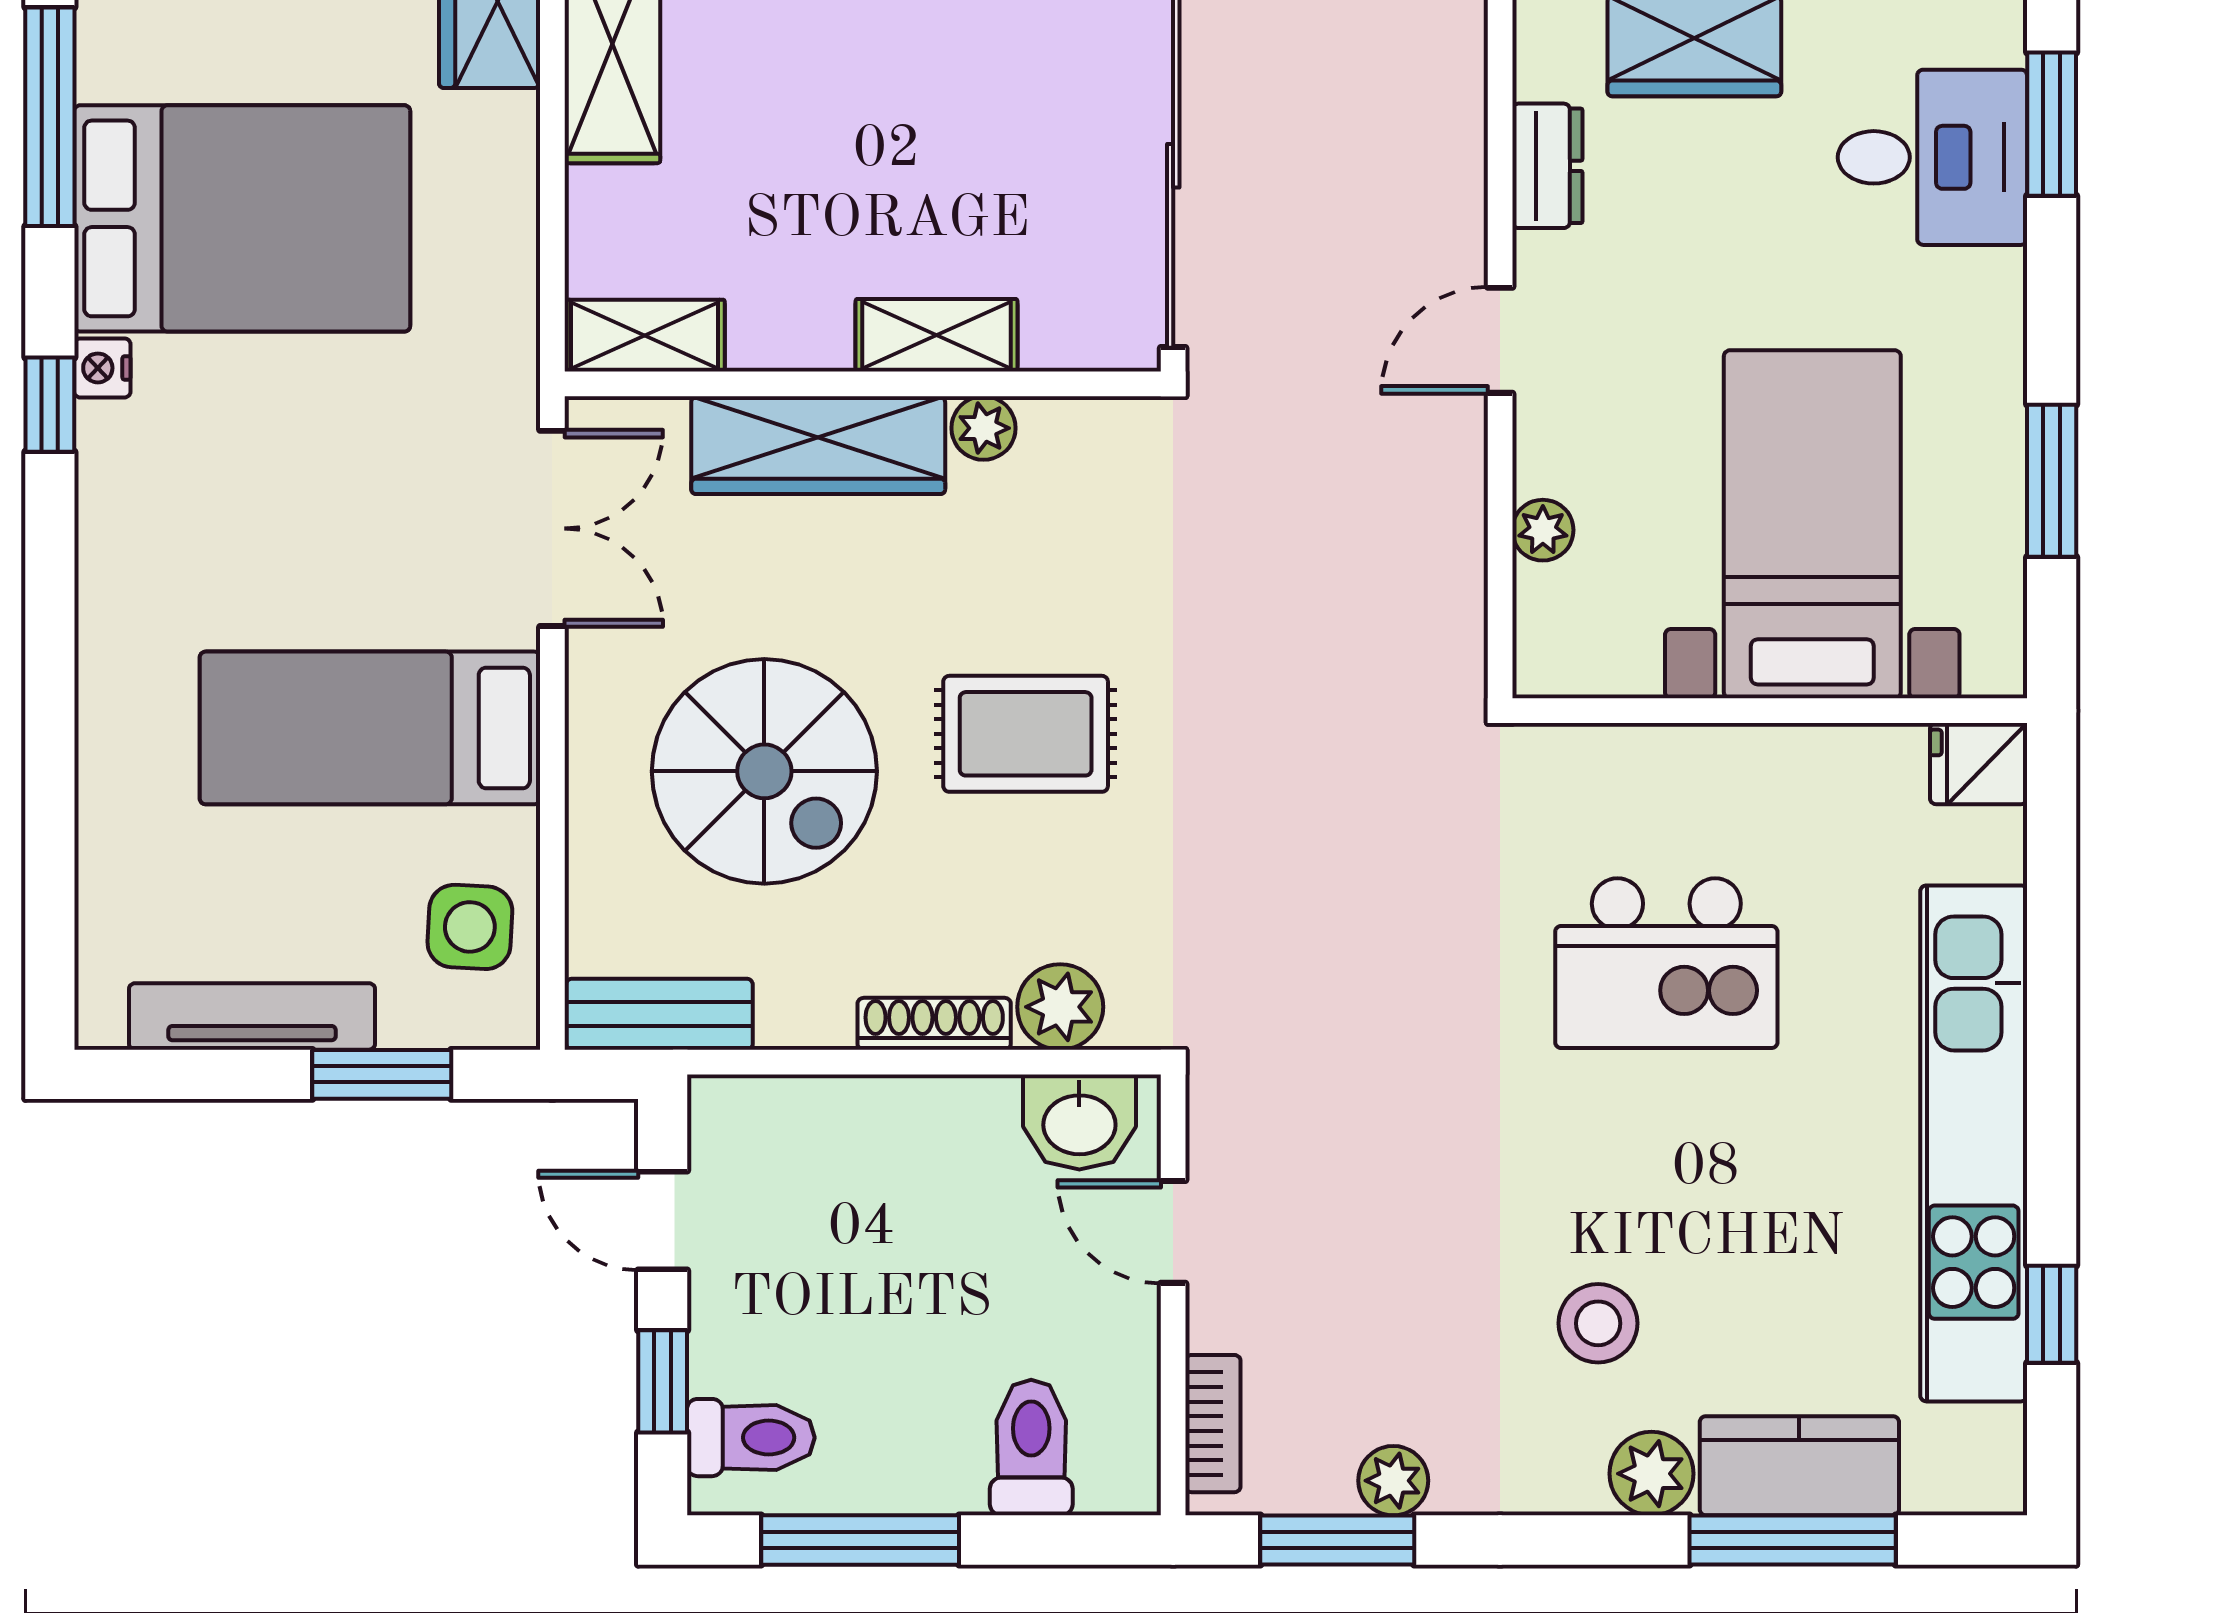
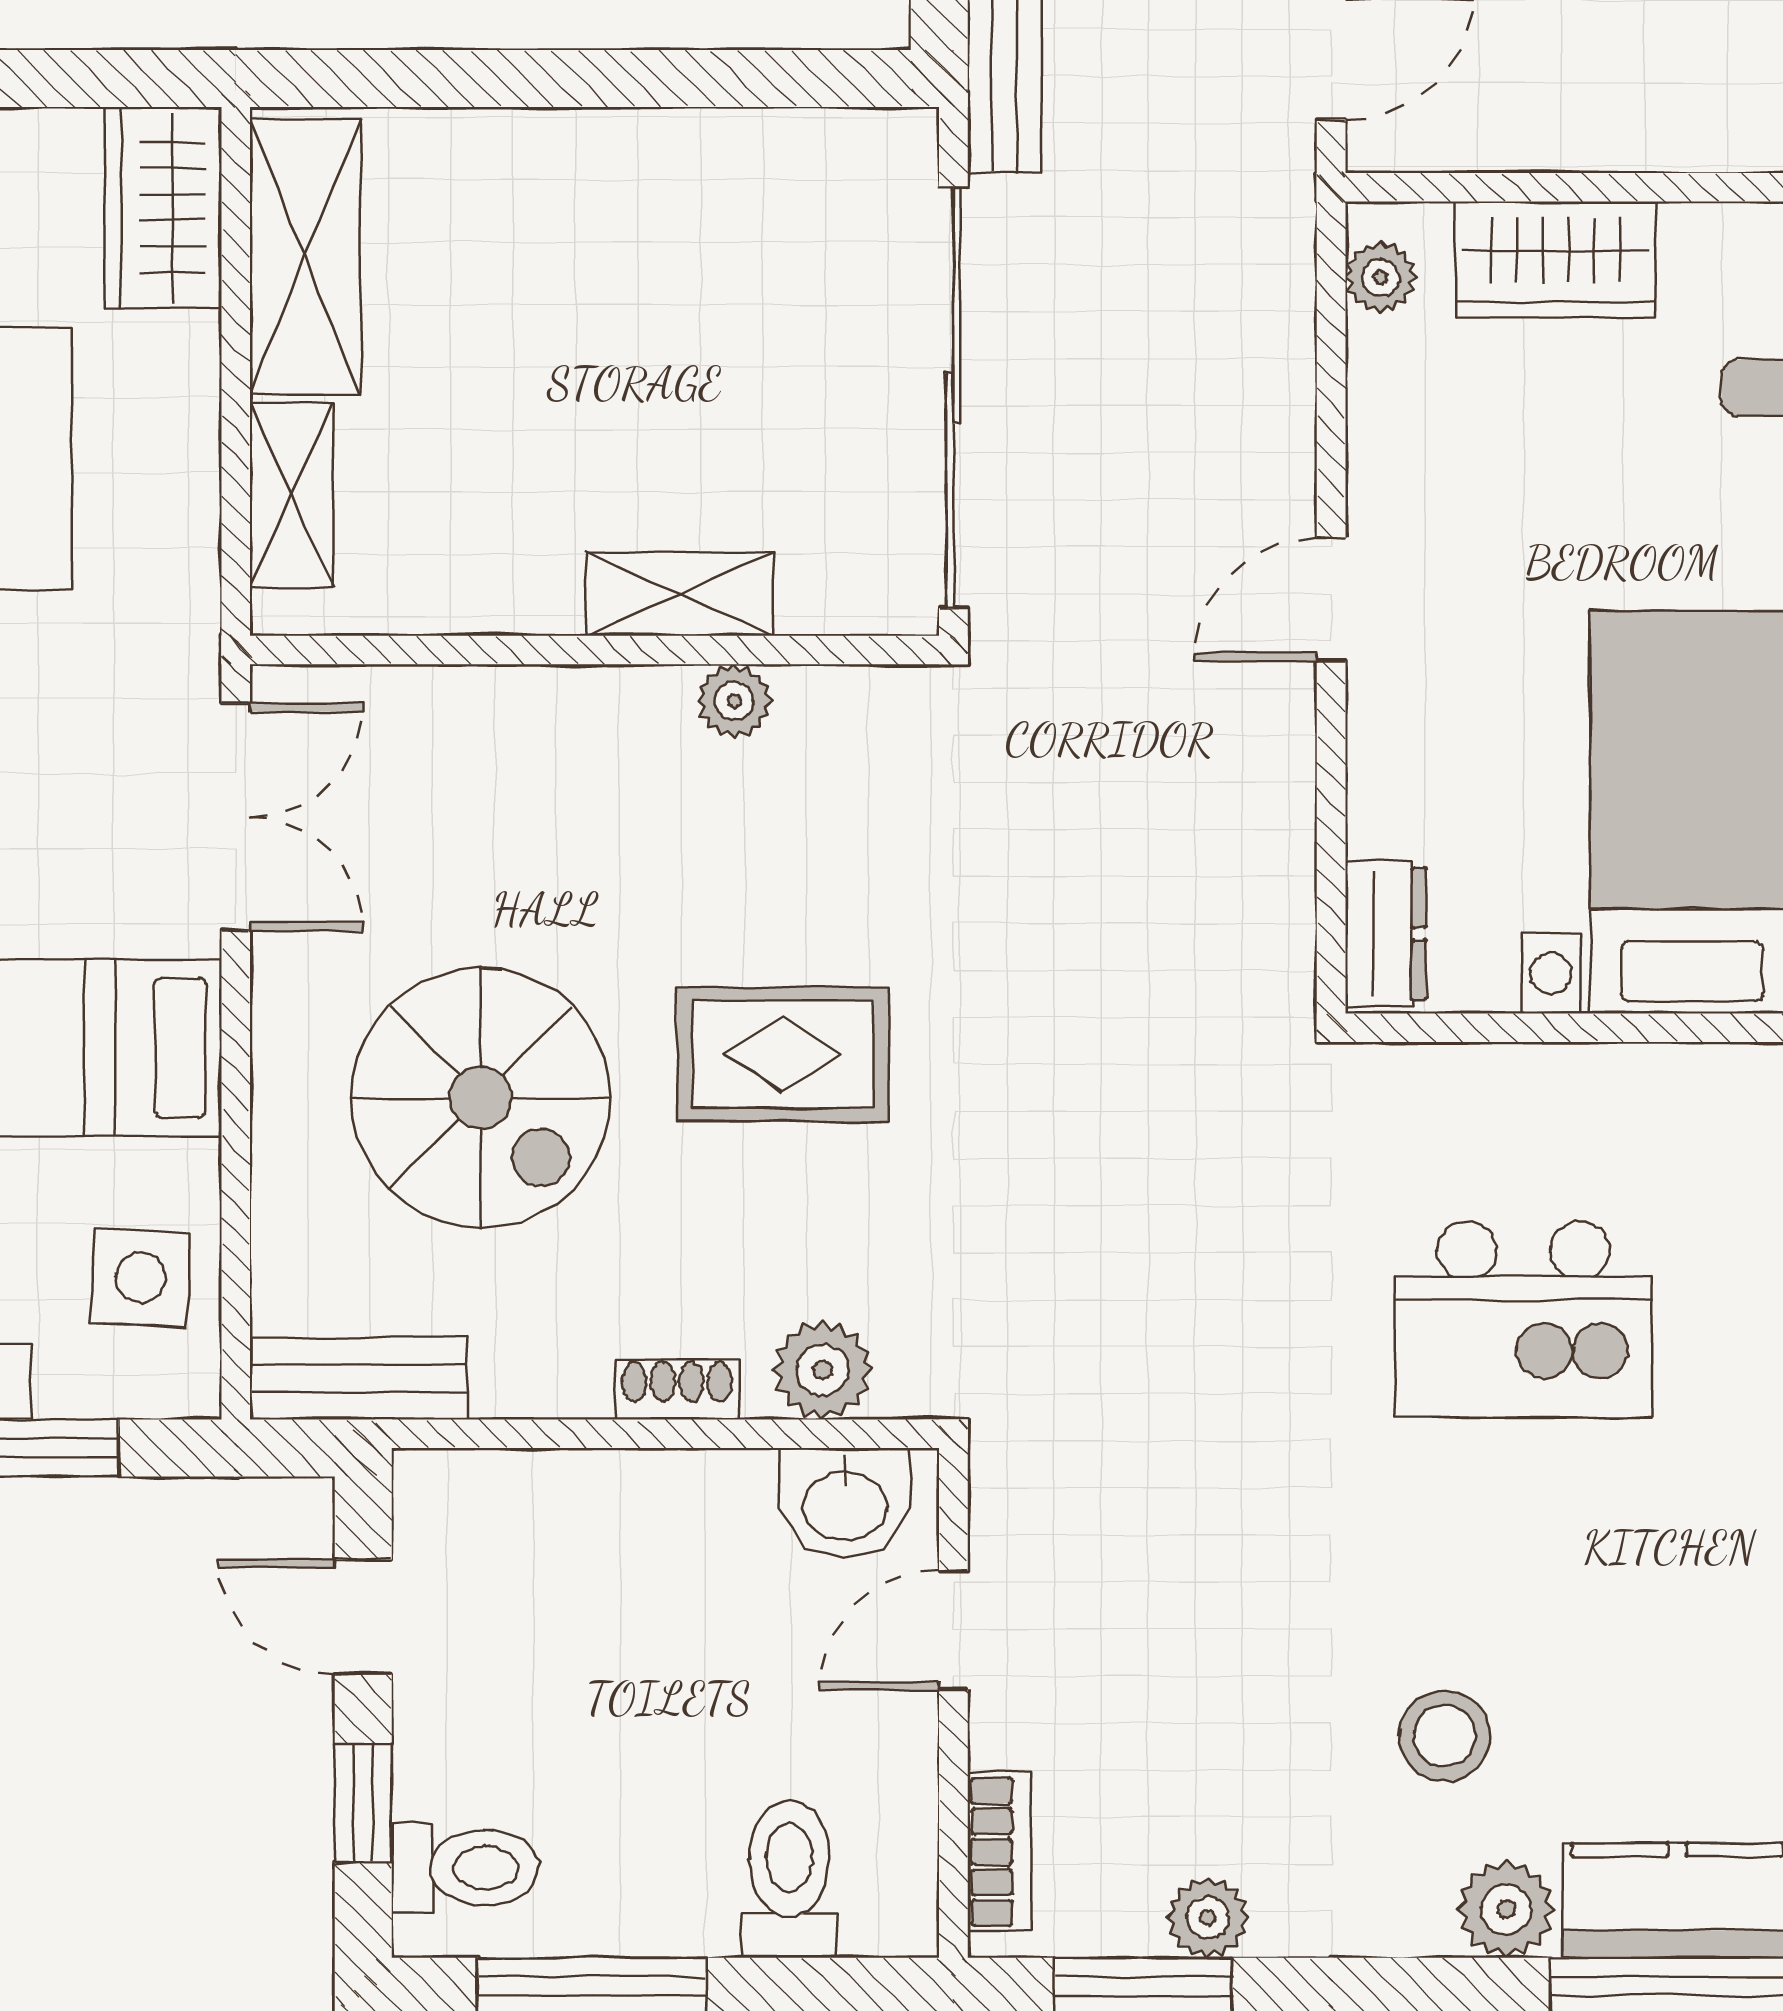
dresser: (1547, 166) -> (1386, 934), moved
shelving: (645, 336) -> (291, 495), moved, turned 90
wardrobe: (818, 445) -> (543, 721), removed
plant: (1543, 530) -> (1381, 277), moved
shoe rack: (934, 1024) -> (677, 1390), width x0.70
door: (1173, 1232) -> (953, 1630), hinge flipped

